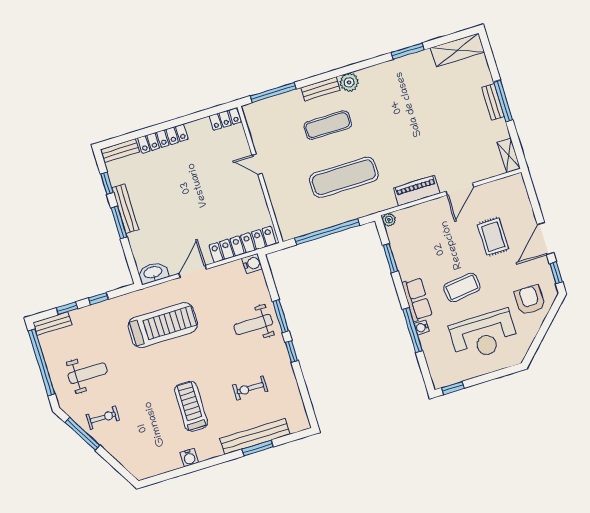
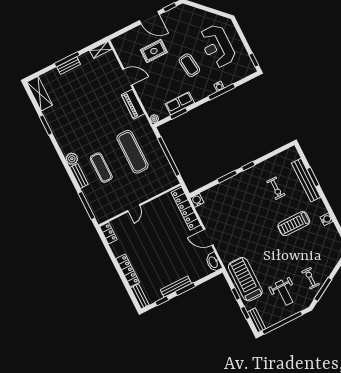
row of seats: (417, 299) -> (180, 103), moved
armchair: (530, 300) -> (190, 21), removed
treadmill: (163, 325) -> (245, 279), moved
weight bench: (253, 325) -> (235, 193), removed
reception desk: (484, 335) -> (217, 46), turned 180
weight bench: (88, 373) -> (284, 293), turned 180

